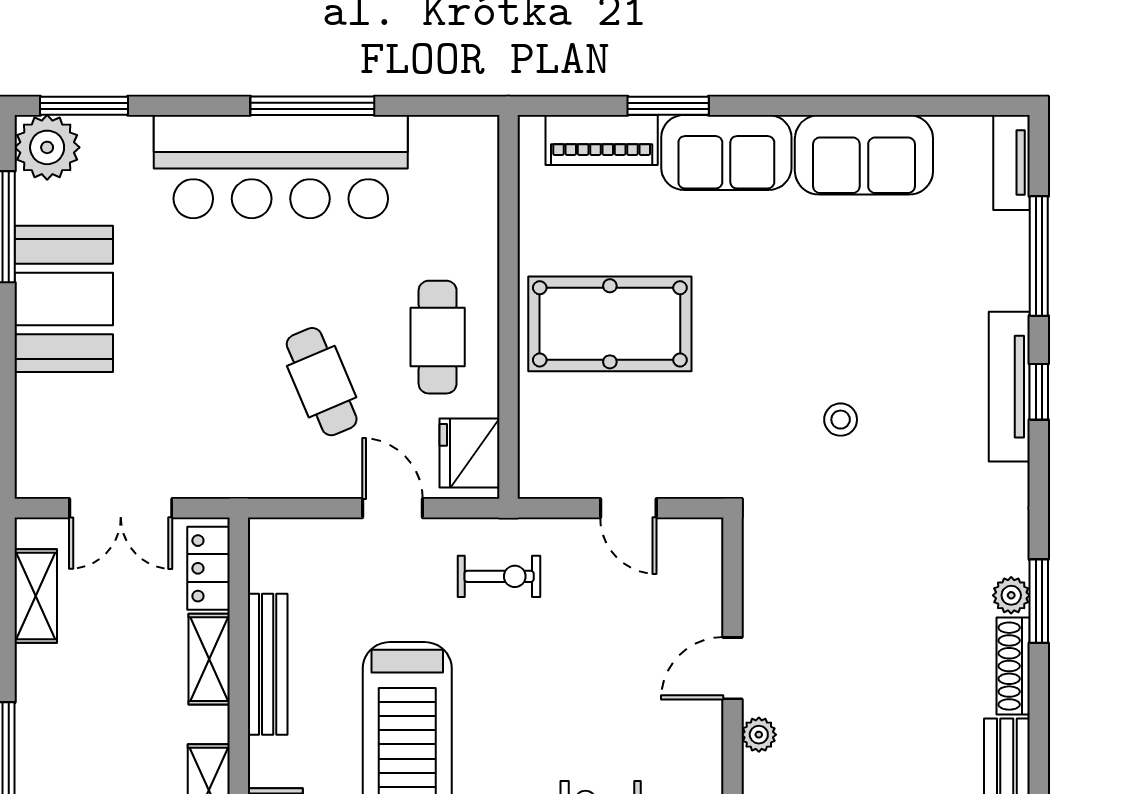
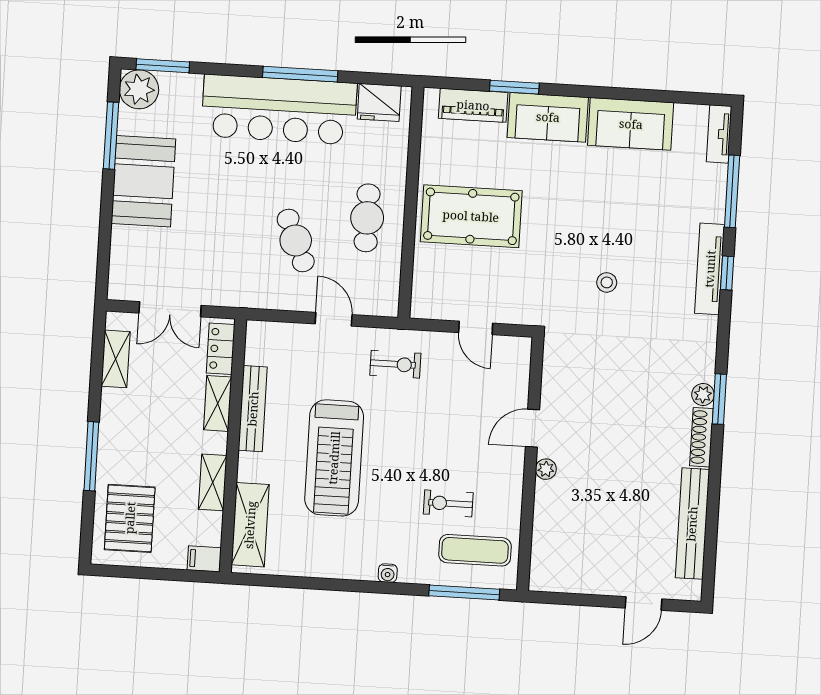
fridge: (469, 453) -> (379, 102), moved, turned -90

